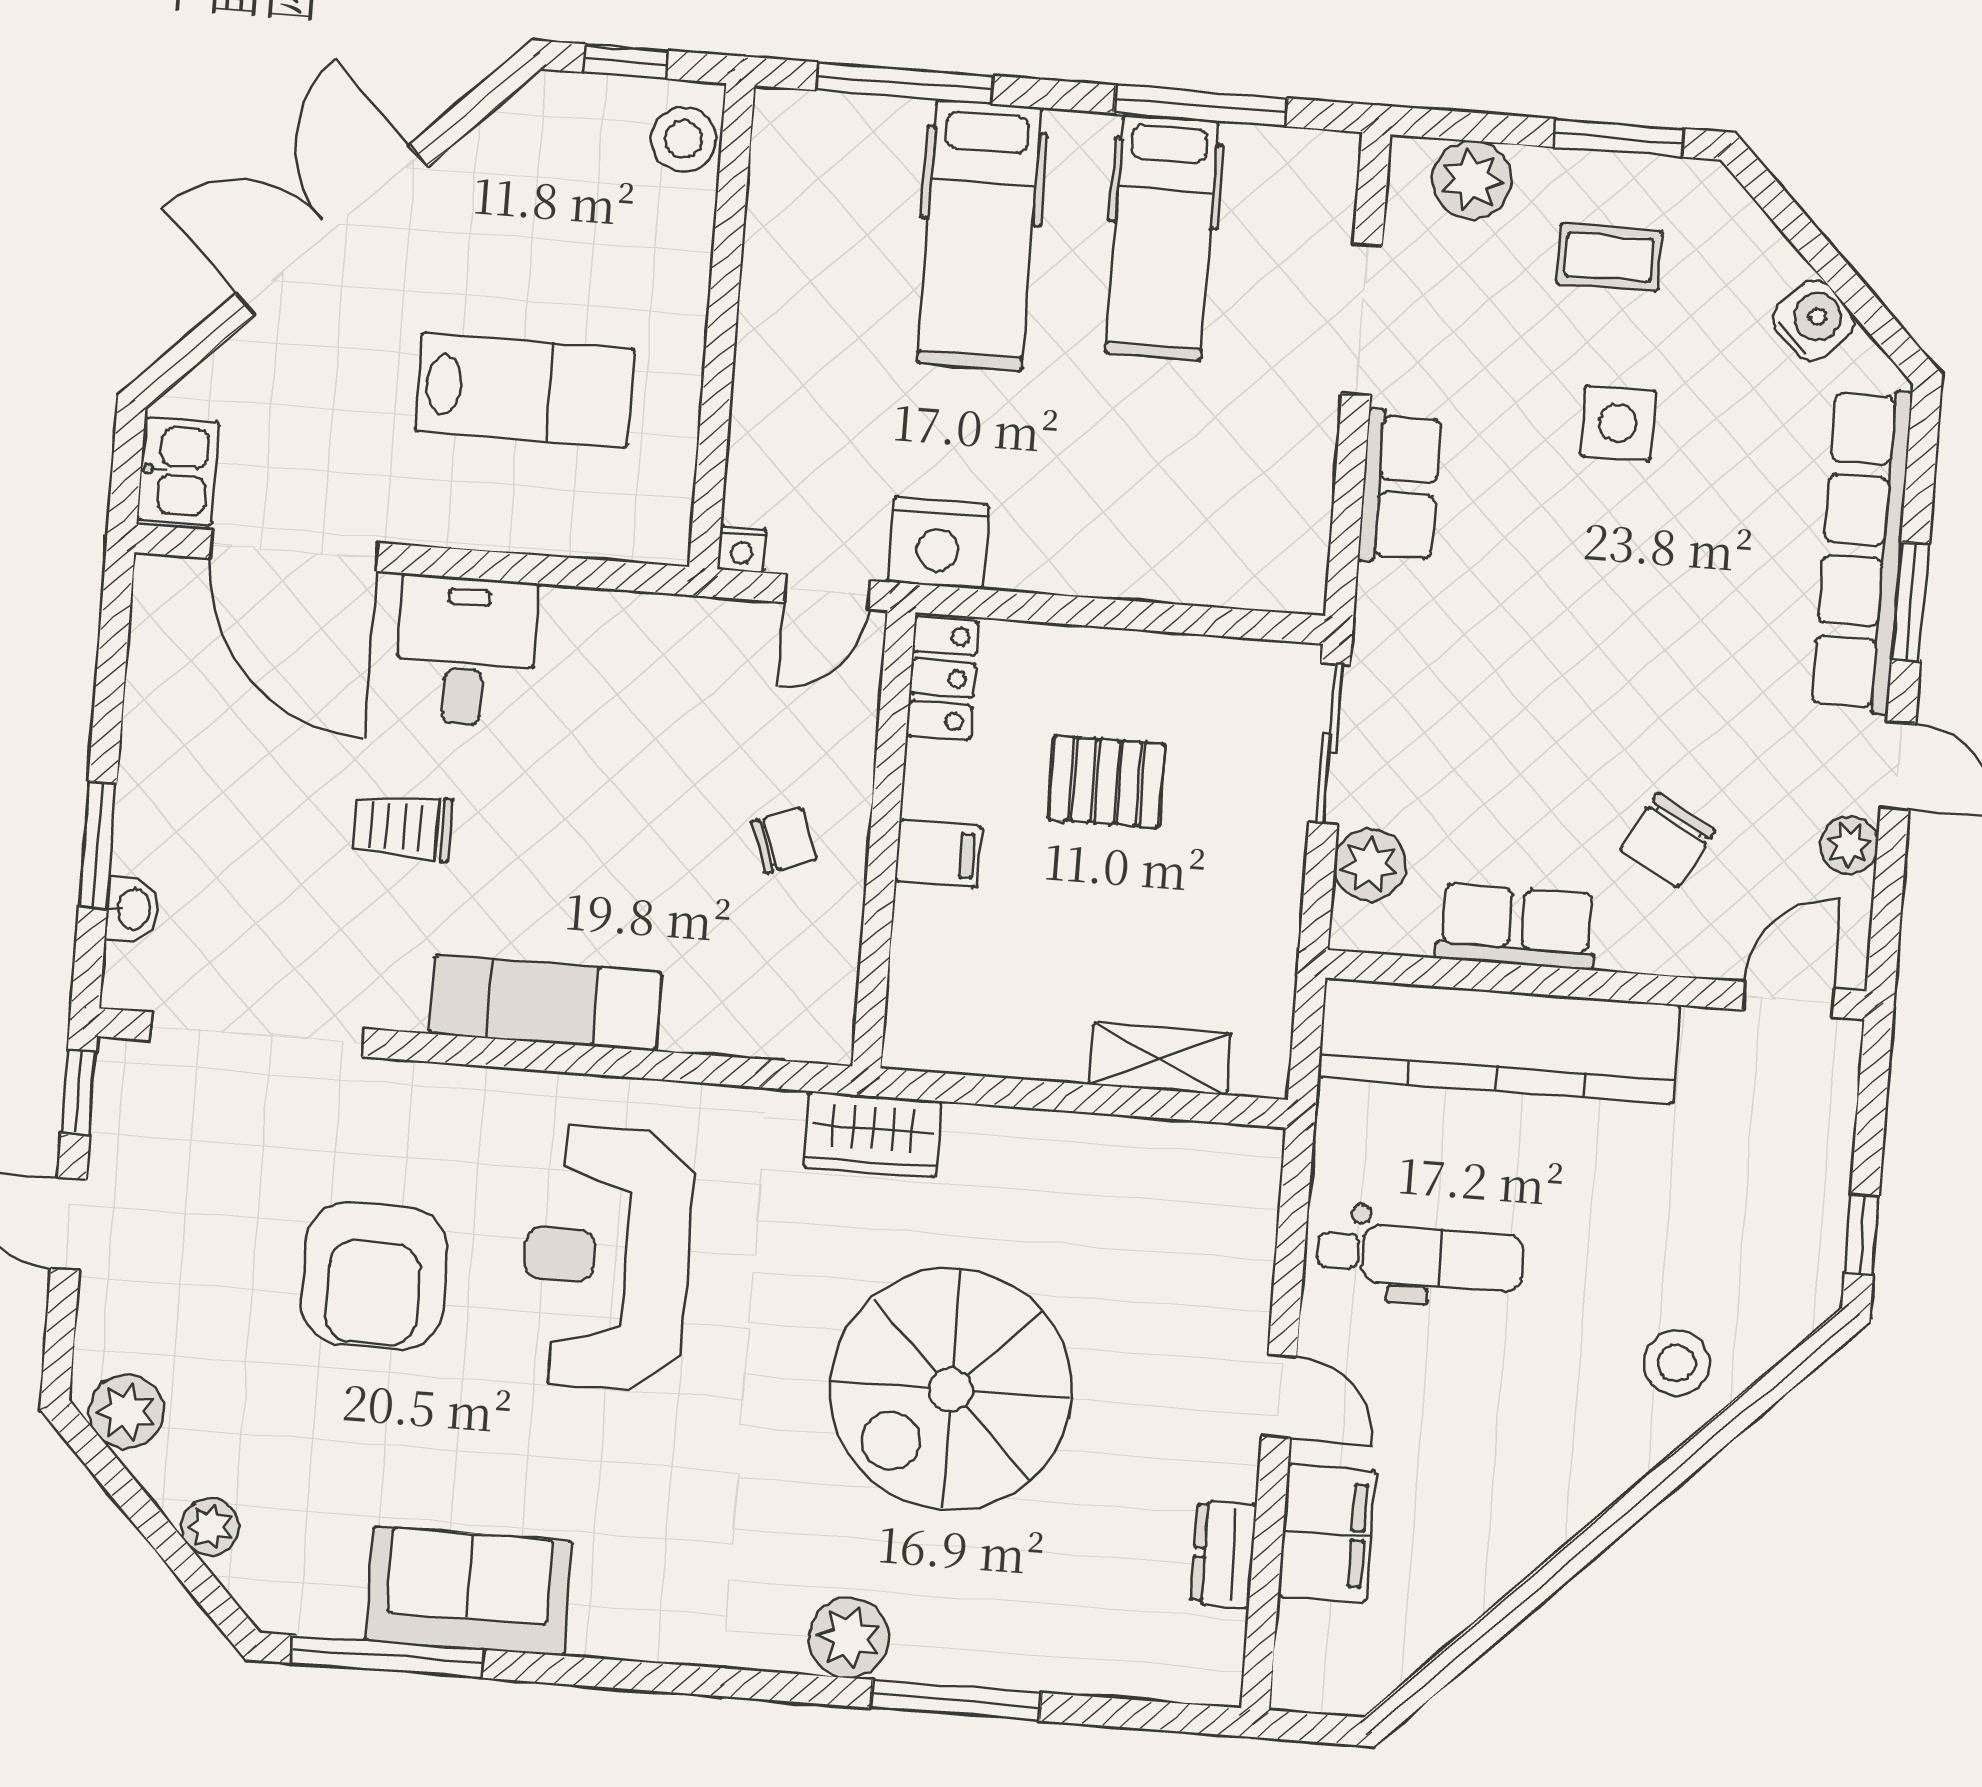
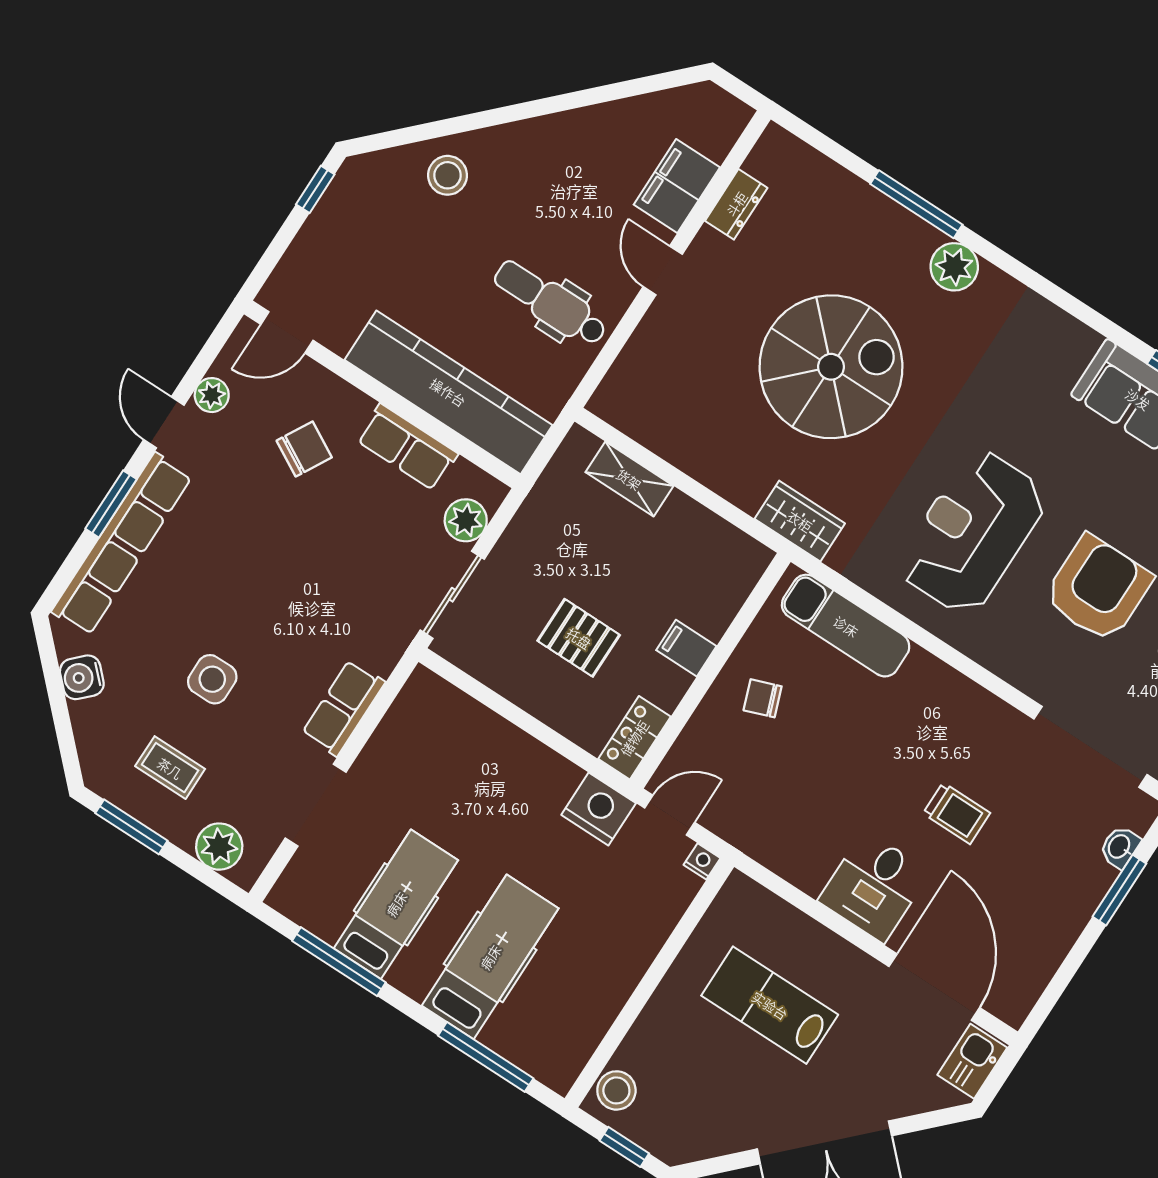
exam couch: (545, 1003) -> (846, 626), moved
reception desk: (606, 1258) -> (972, 532), turned 180

